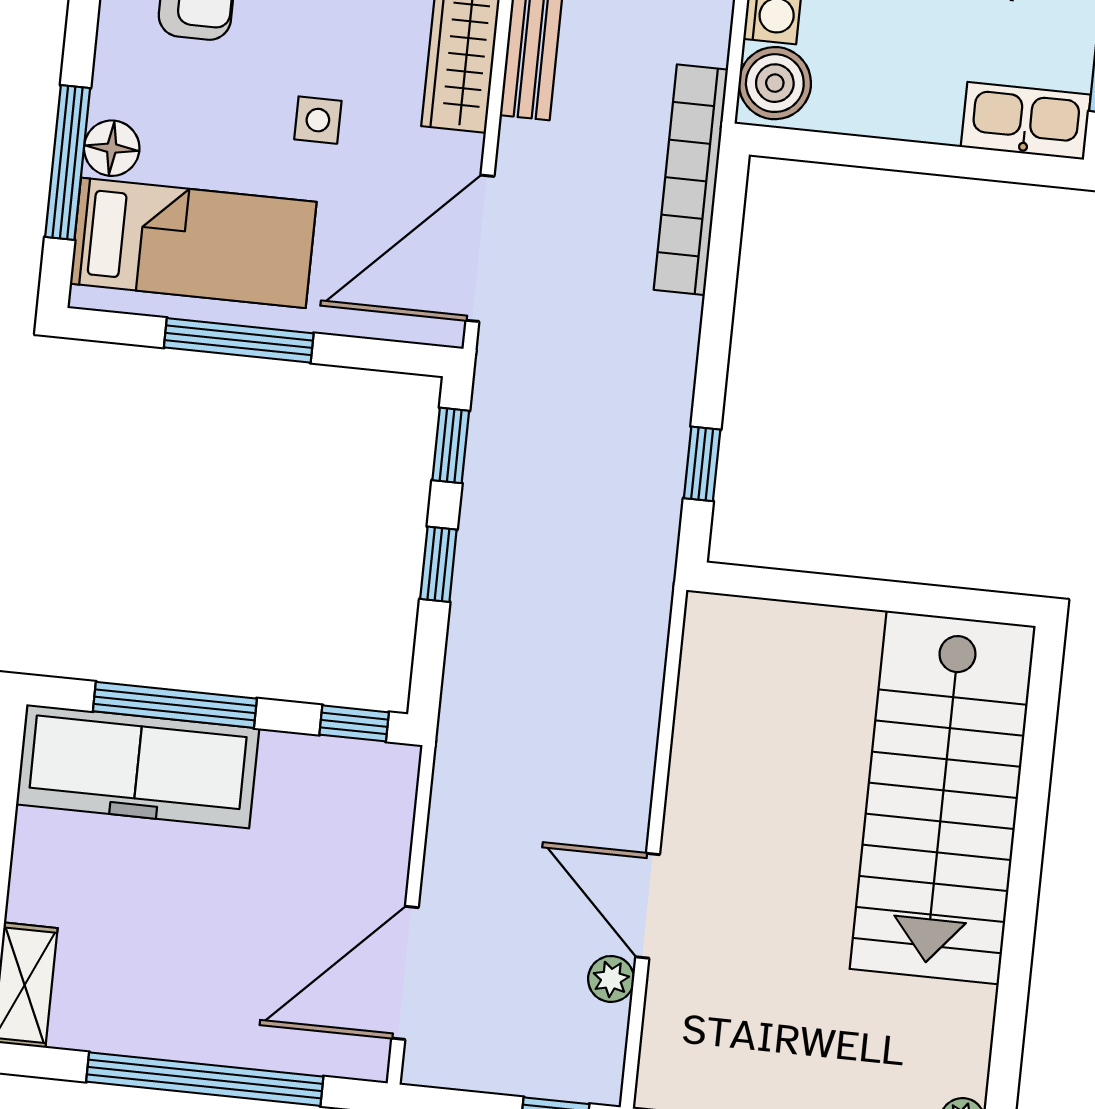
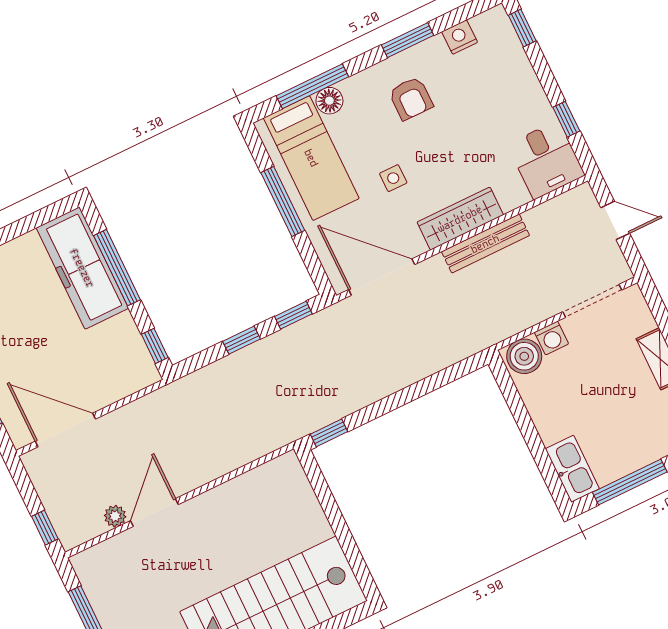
bookcase: (691, 180) -> (463, 346), removed
window: (702, 464) -> (329, 433), moved

